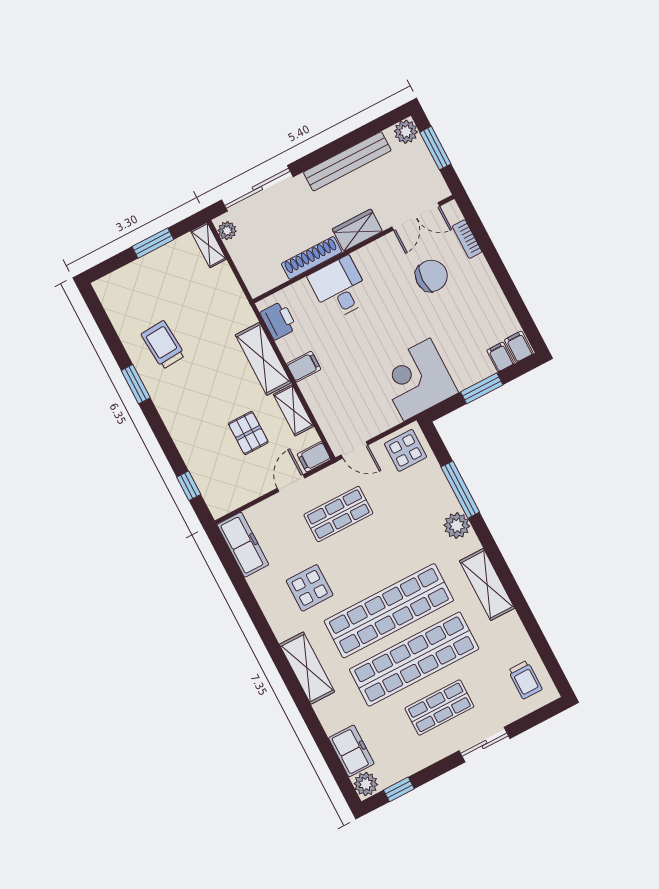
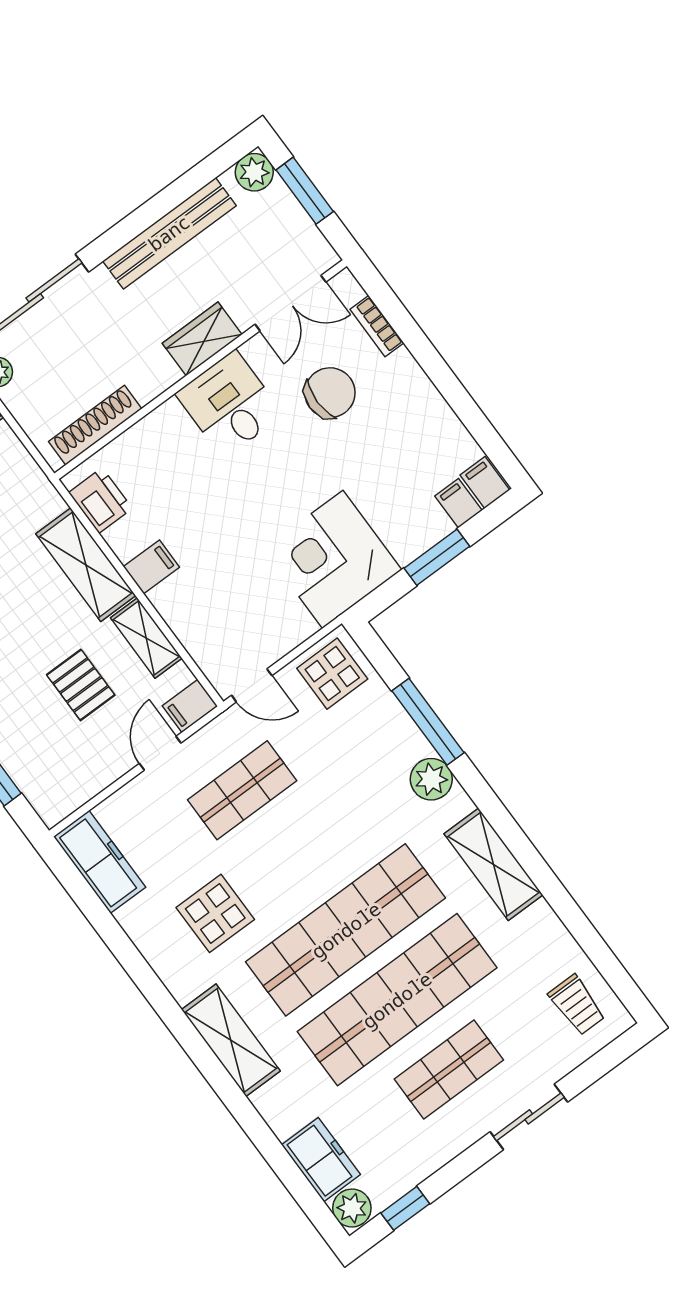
shoe rack: (312, 258) -> (95, 425), moved
desk: (339, 288) -> (229, 404), moved

